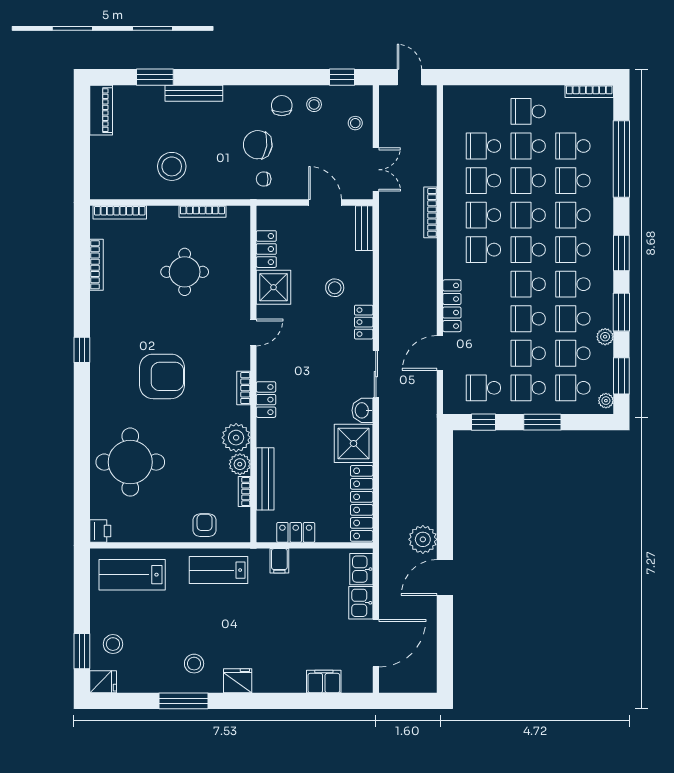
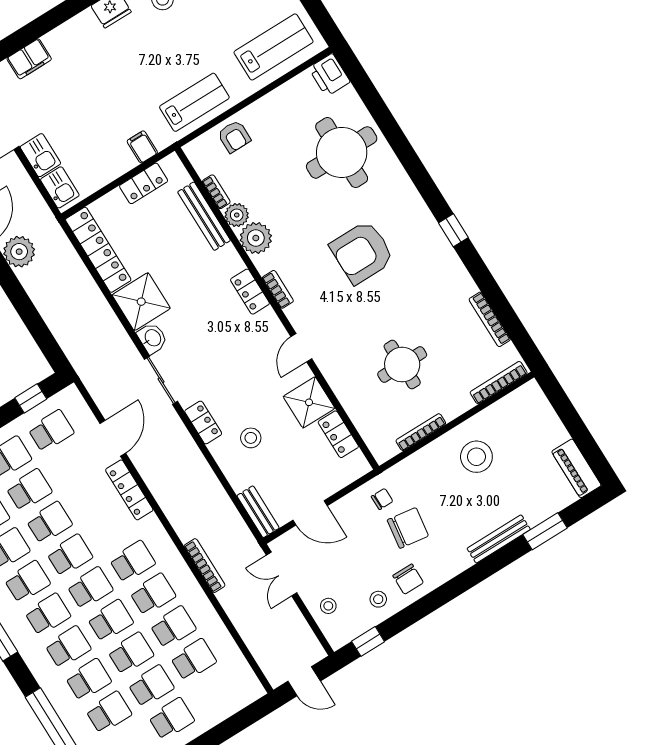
printer: (100, 531) -> (329, 75), width x1.36, depth x1.24

